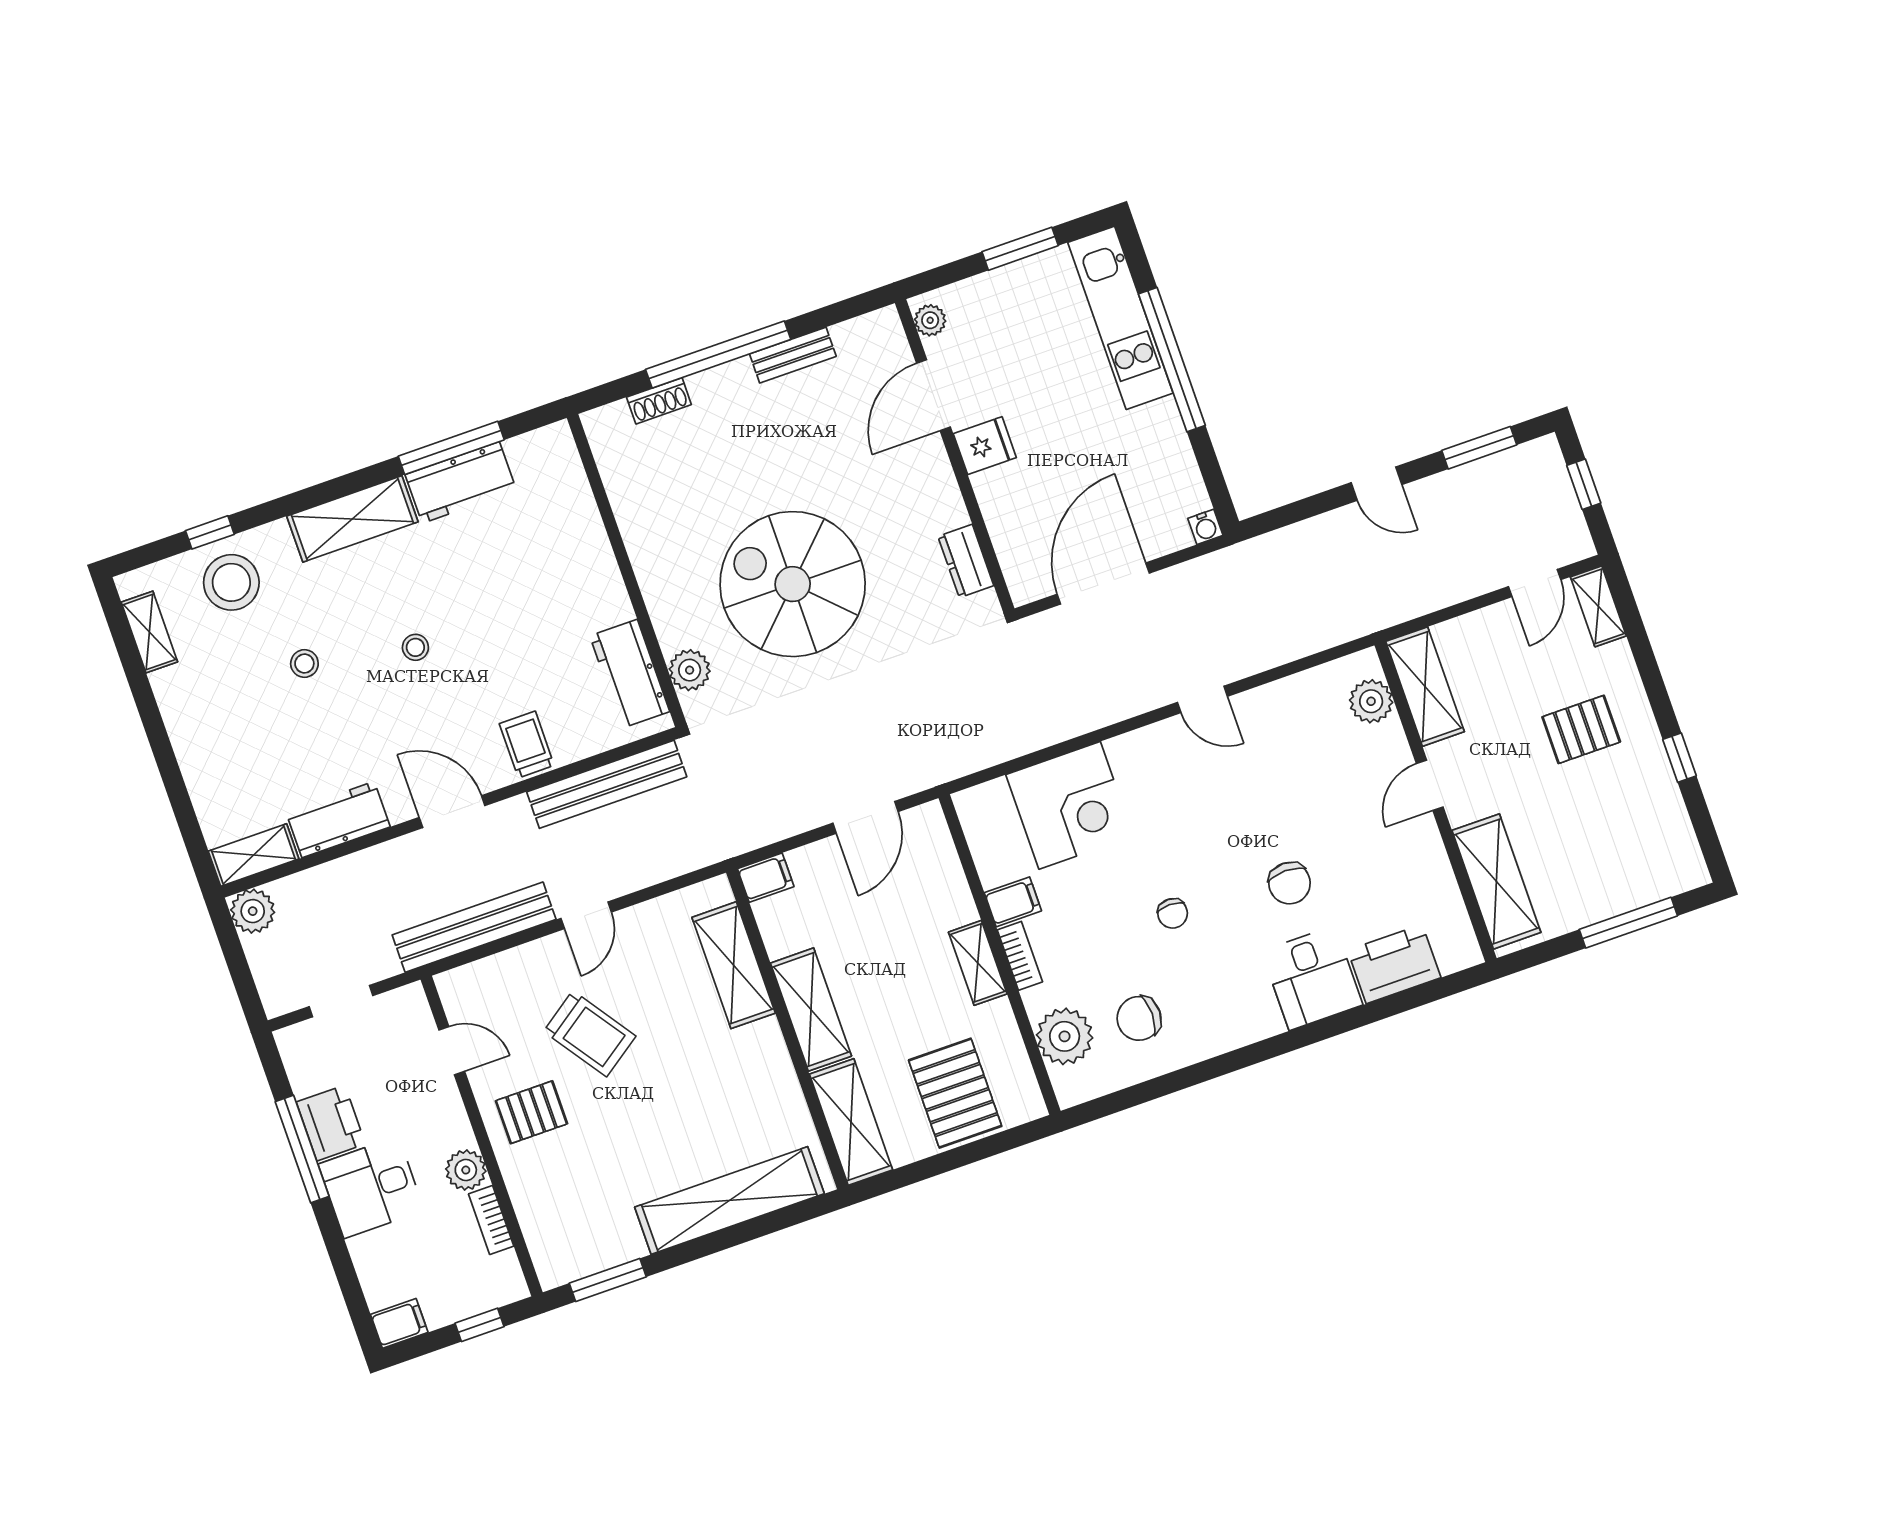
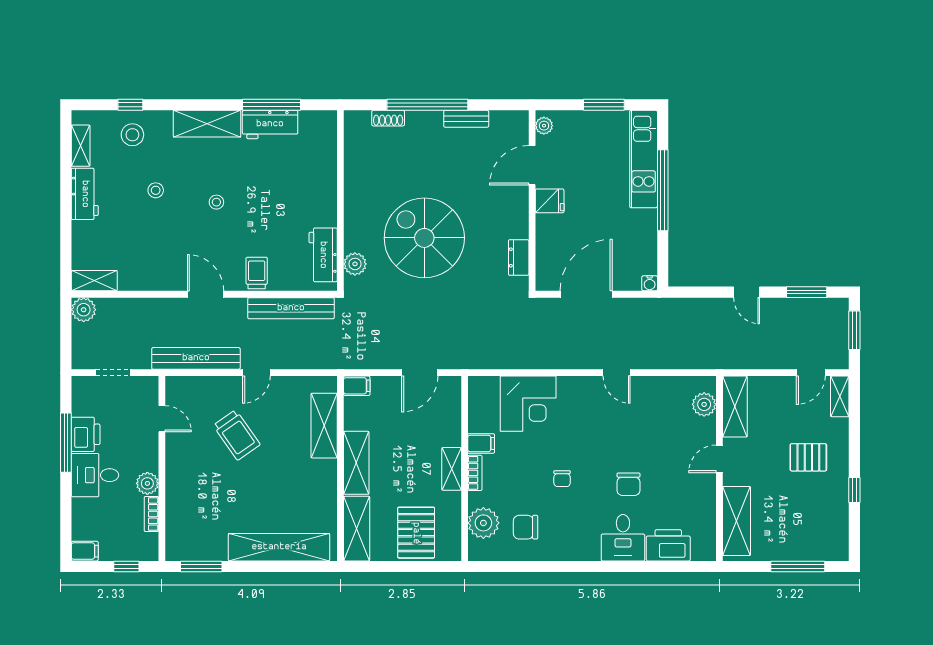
window: (1584, 484) -> (854, 330), width x1.50
stool: (231, 582) -> (132, 135), width x0.73, depth x0.73
workbench: (338, 820) -> (85, 194), moved, turned 90
pallet: (531, 1112) -> (192, 465), removed

